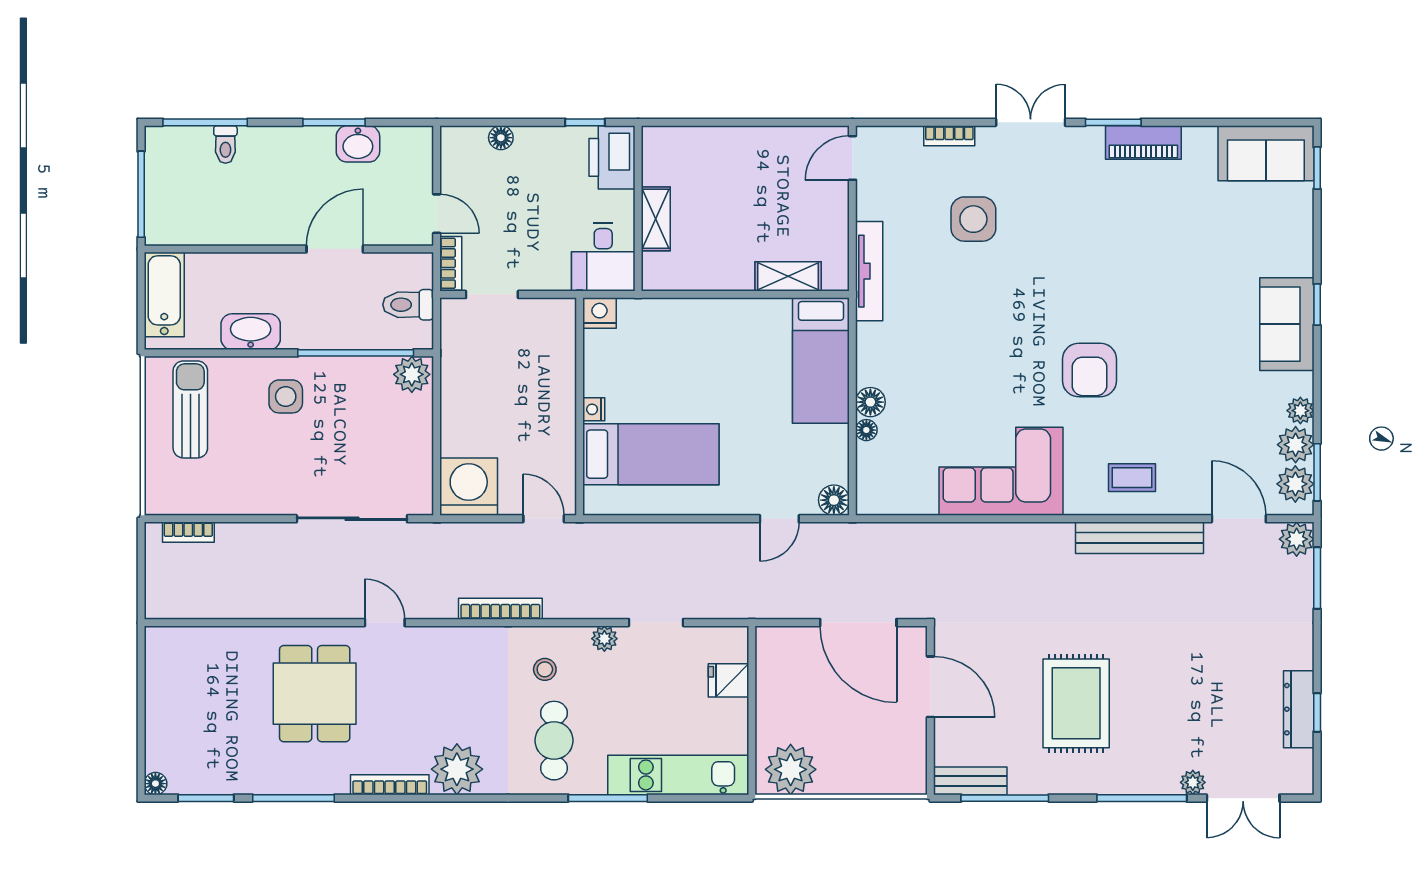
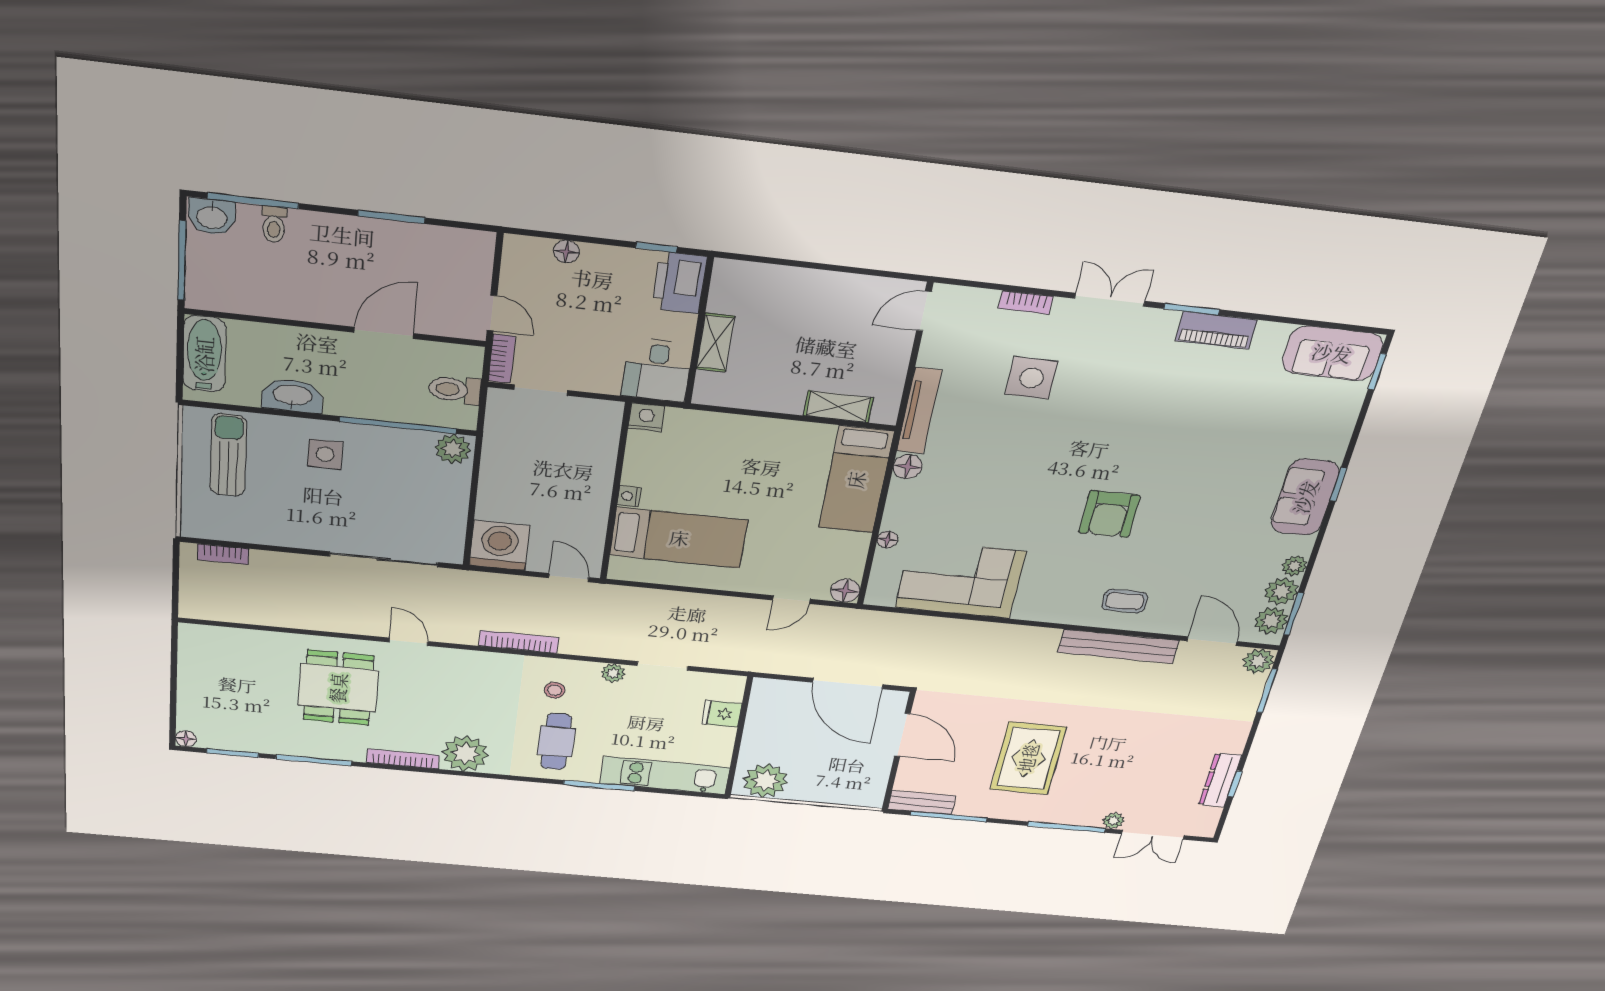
washbasin: (358, 144) -> (212, 217), moved
floor lamp: (870, 402) -> (908, 467), moved
corner sofa: (1001, 471) -> (960, 580), moved

